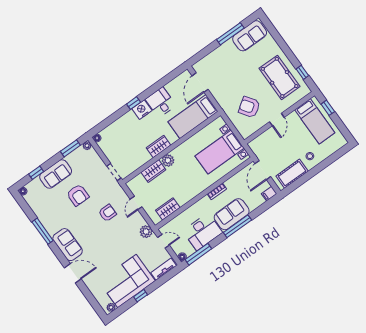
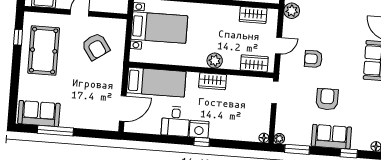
wardrobe: (153, 171) -> (254, 63), moved

